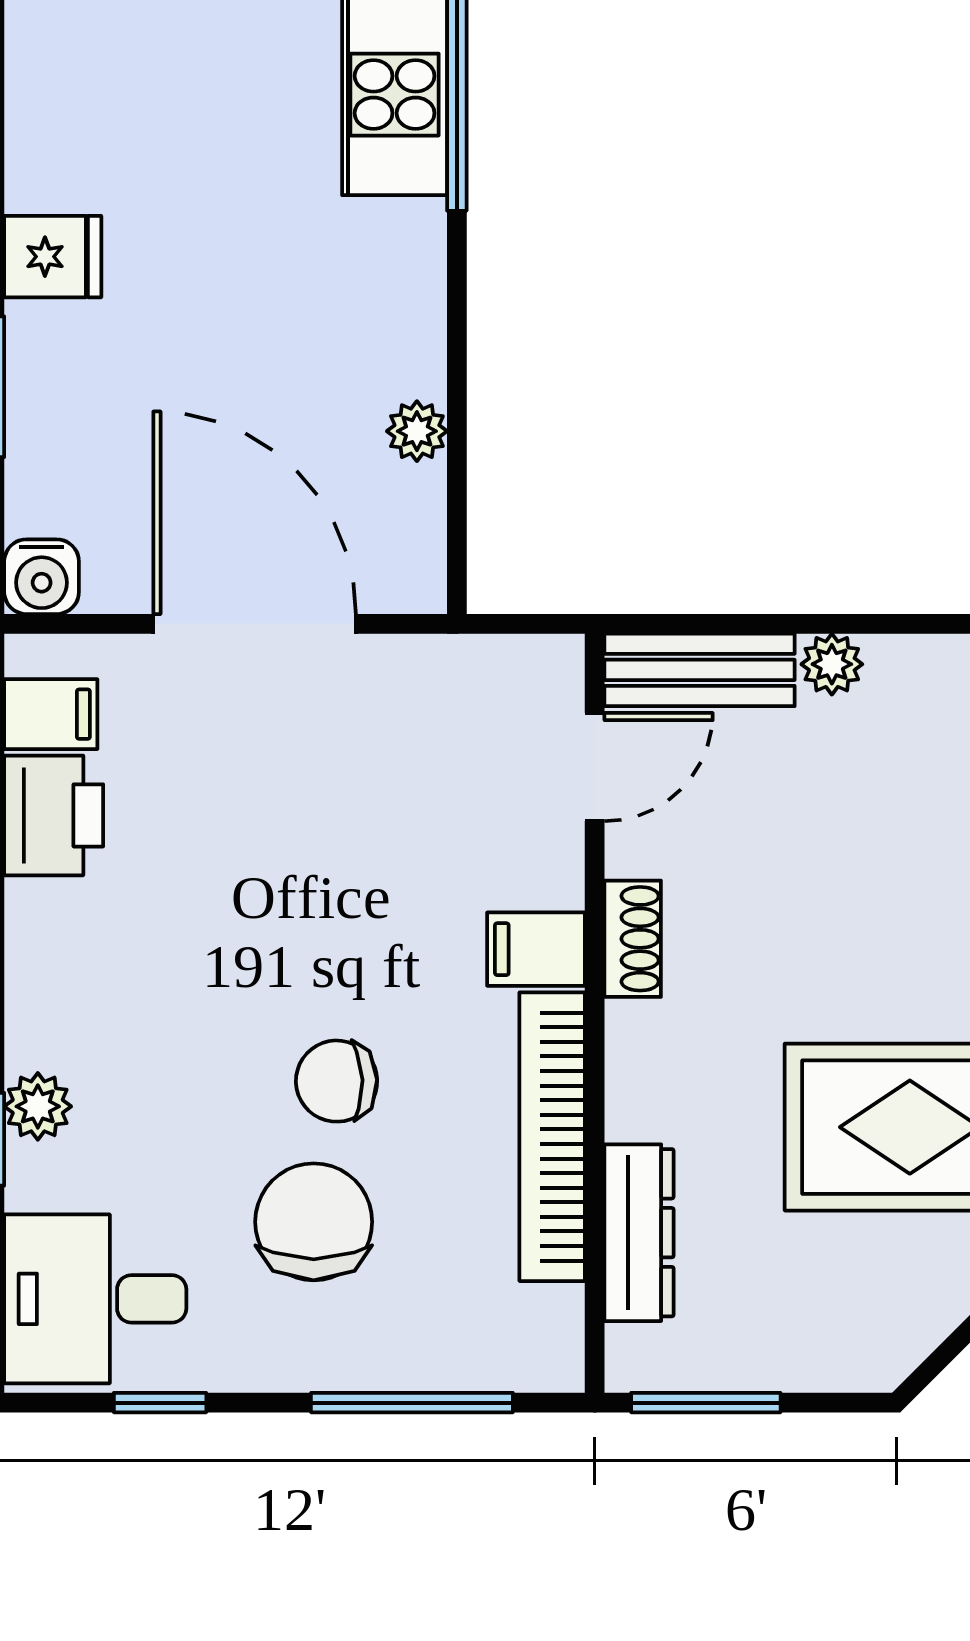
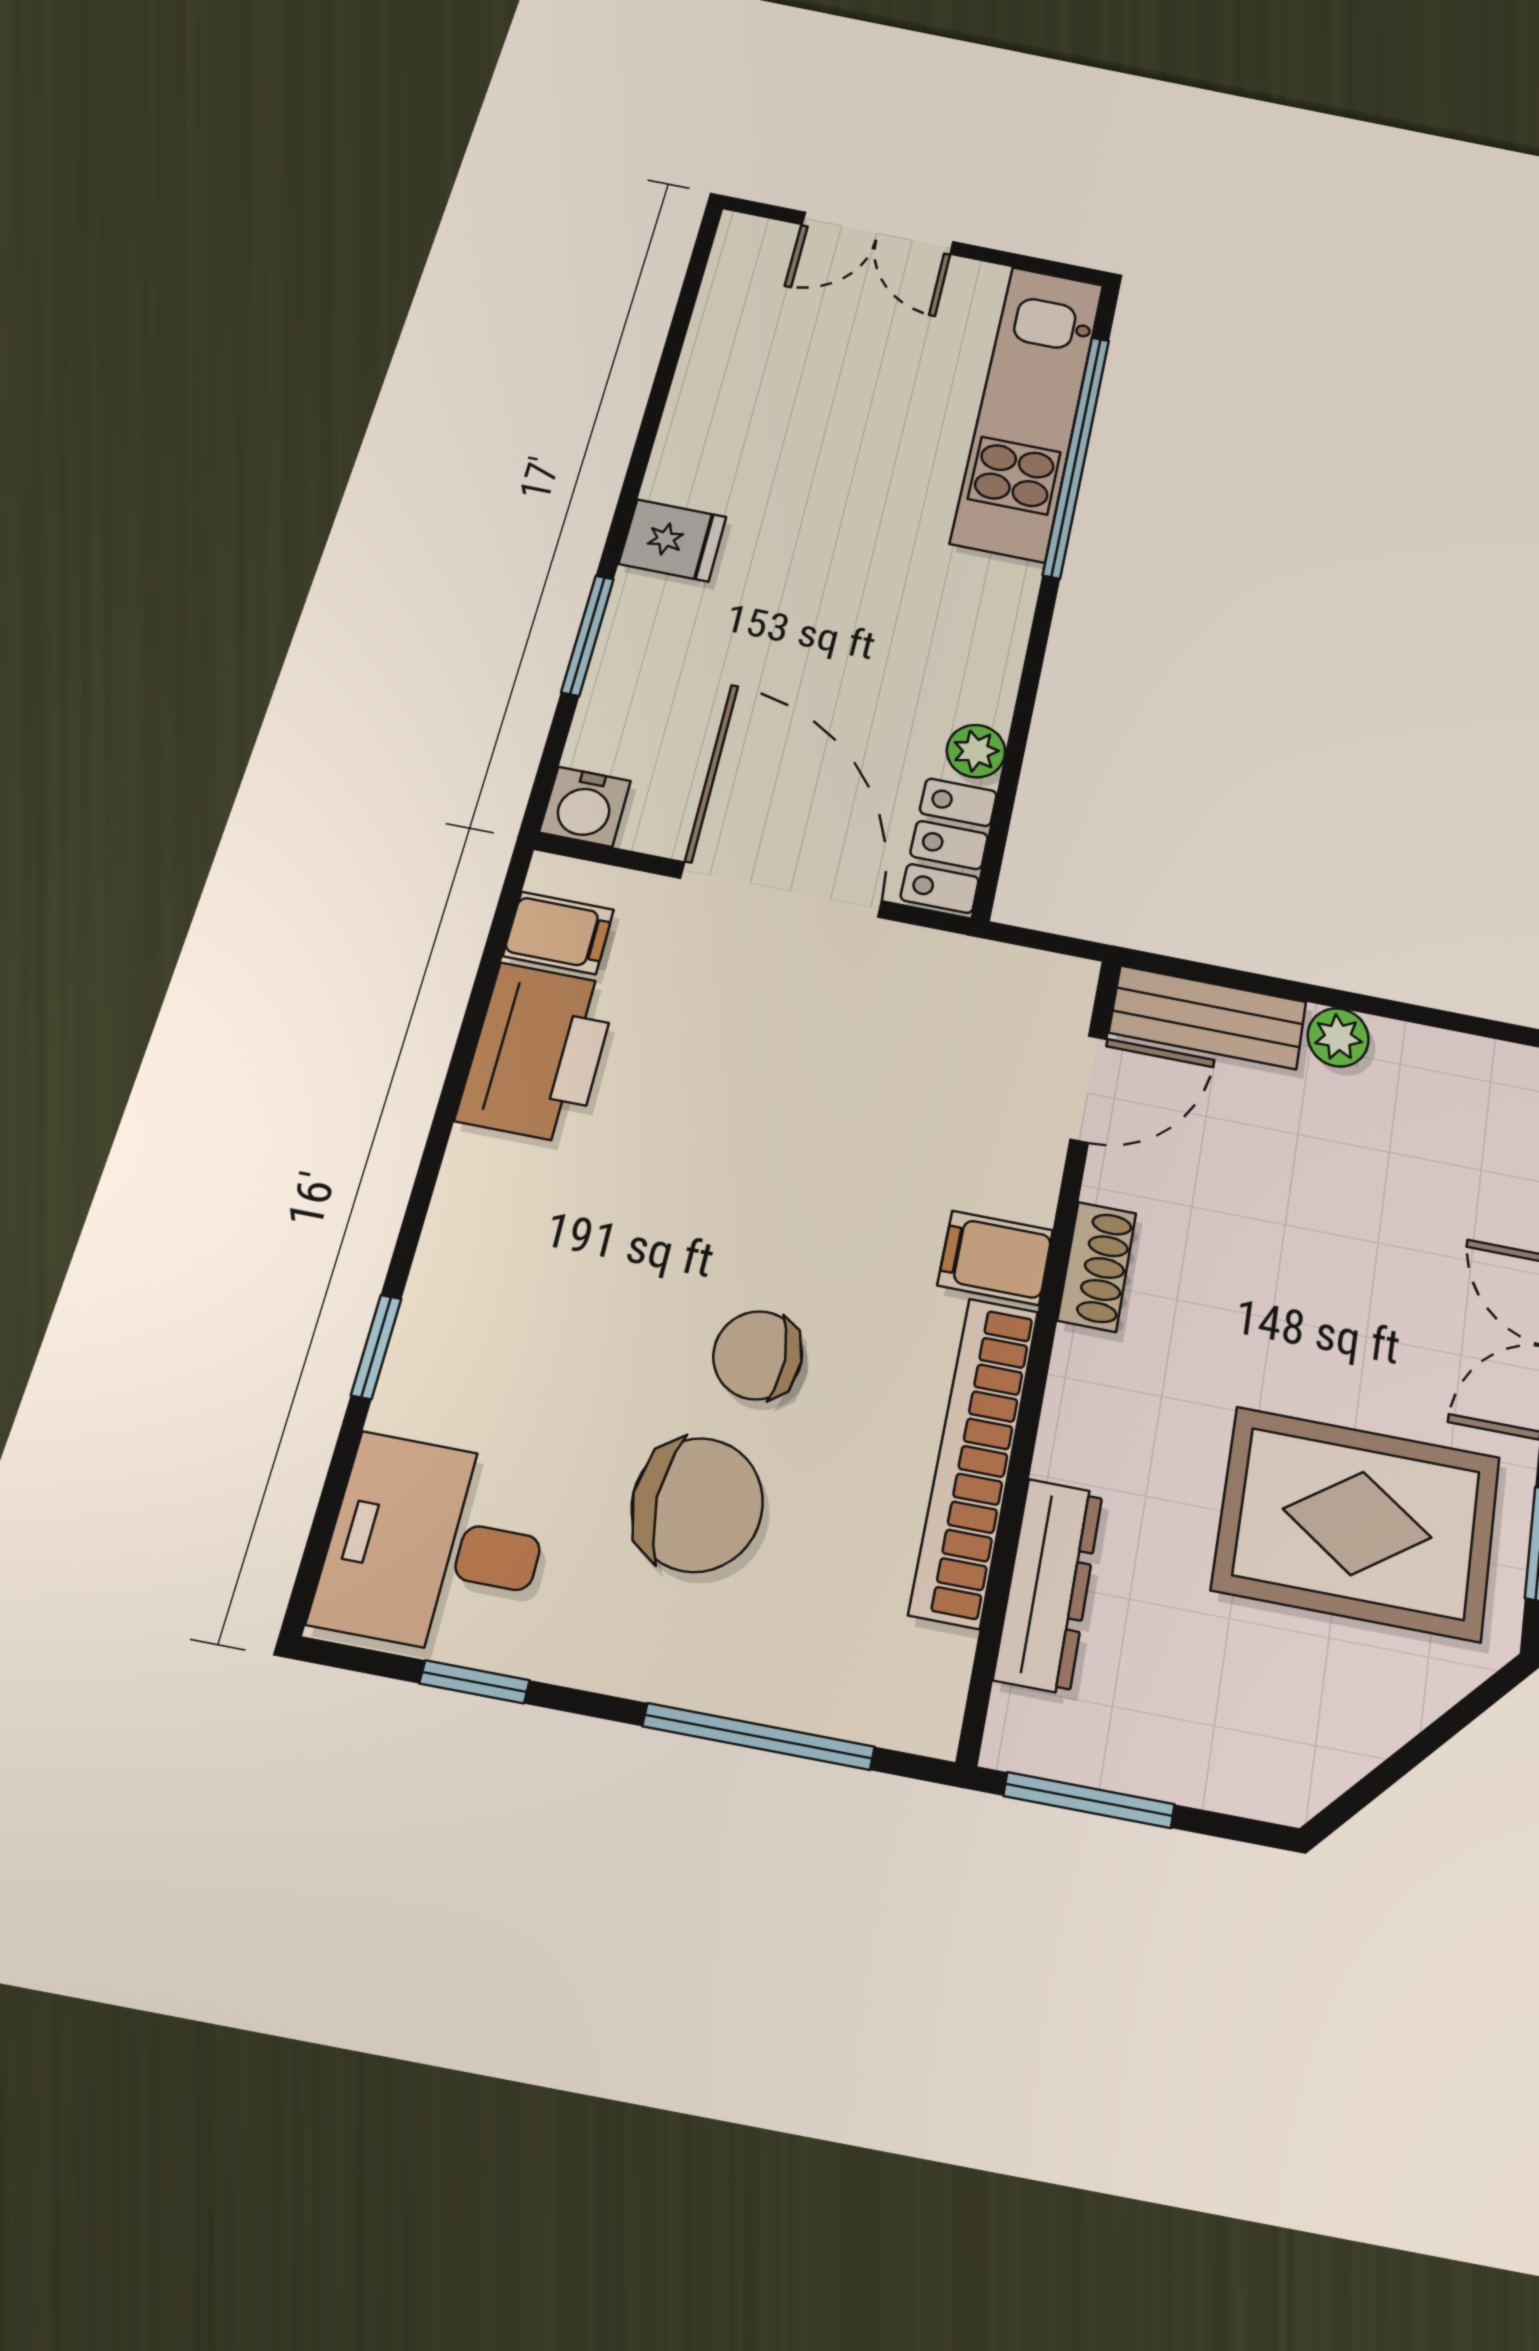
locker: (410, 541) -> (949, 845), added
printer: (54, 815) -> (538, 1052), width x1.37, depth x1.19
plant: (38, 1106) -> (433, 1320), removed
chair: (314, 1222) -> (697, 1505), turned 90

